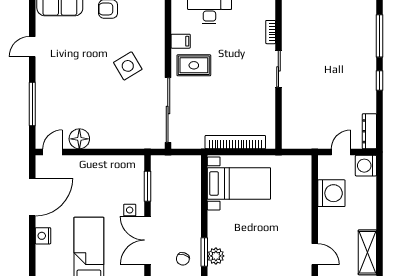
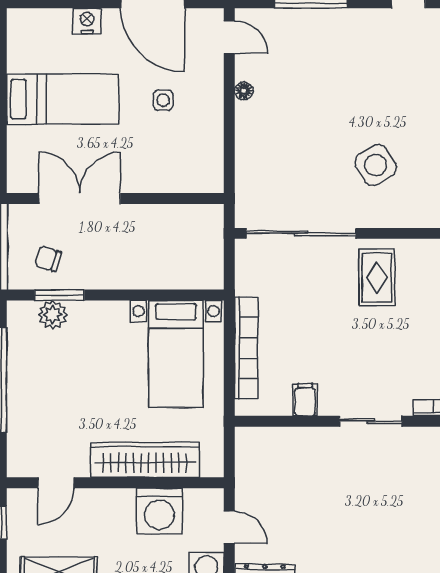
filing cabinet: (181, 41) -> (305, 400), moved, turned 180
floor lamp: (79, 139) -> (244, 91), width x0.53, depth x0.53
window: (147, 186) -> (171, 199), removed
wardrobe: (301, 202) -> (145, 460), added
side table: (130, 210) -> (163, 100), moved

